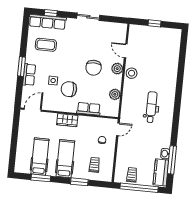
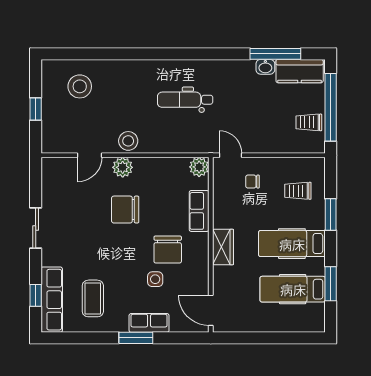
stool: (165, 49) -> (80, 86), added
chair: (94, 68) -> (125, 210), turned 180
plant: (115, 94) -> (199, 167), moved

